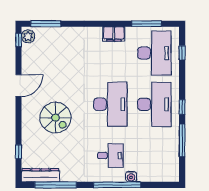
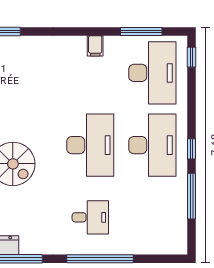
filing cabinet: (114, 34) -> (95, 46), width x0.50
window: (182, 53) -> (191, 57), moved
water cooler: (131, 177) -> (119, 247), removed

